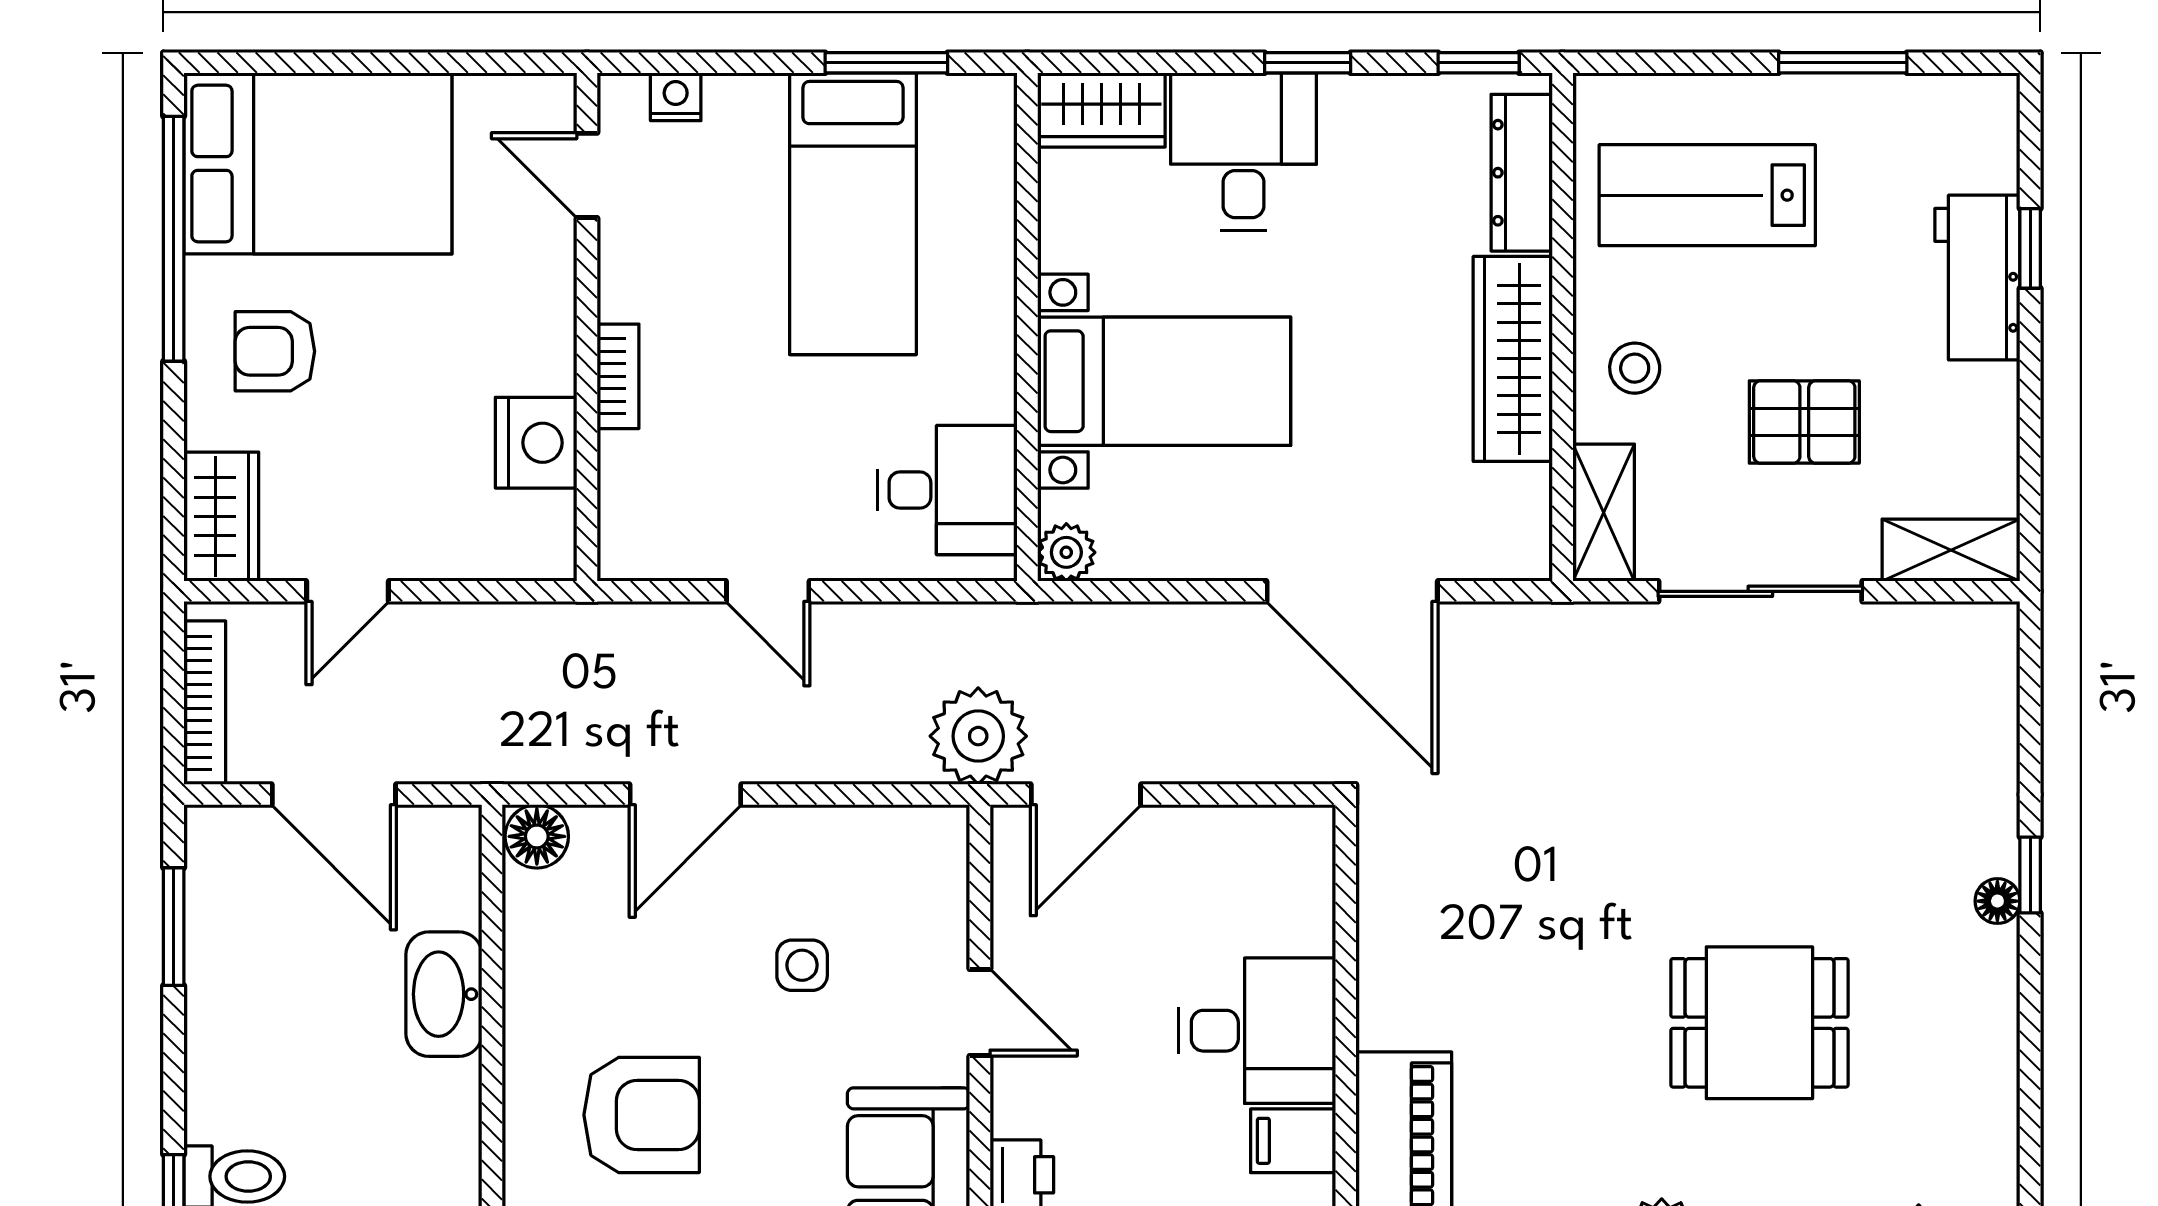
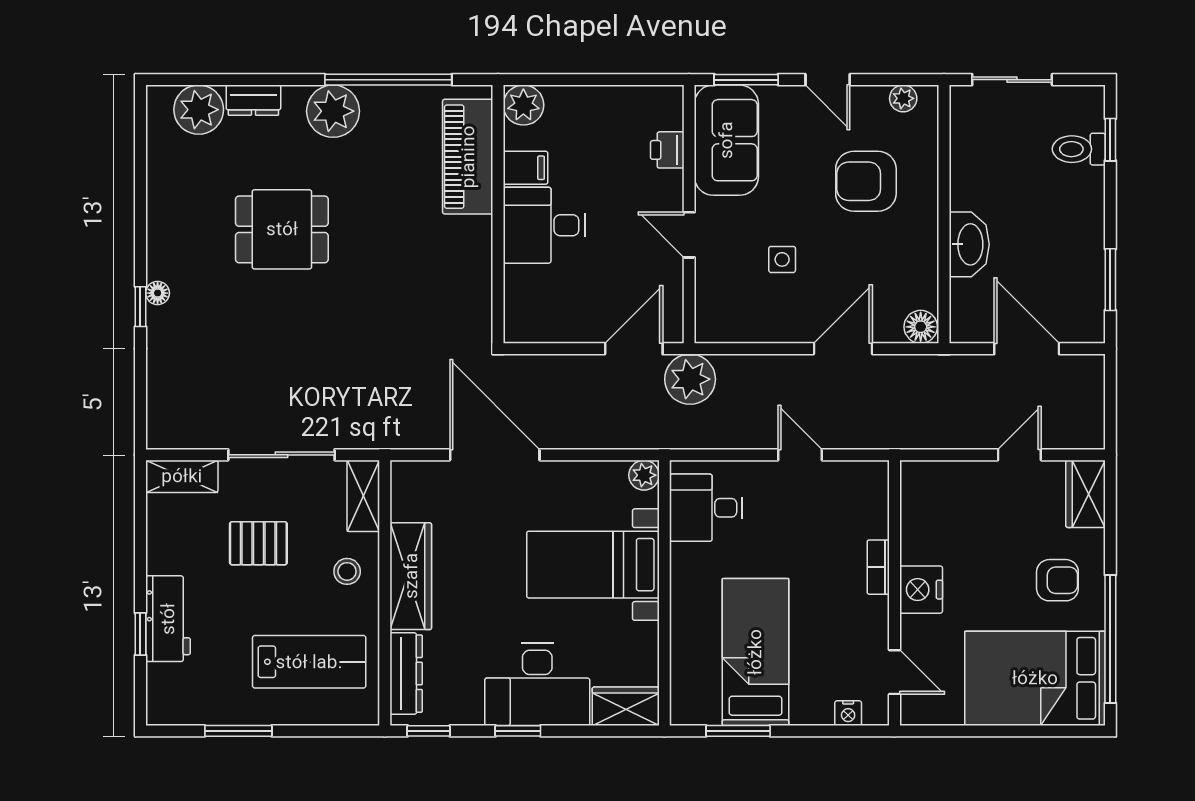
desk: (1243, 152) -> (537, 685), width x1.37
nightstand: (536, 443) -> (921, 590), moved
bookcase: (205, 703) -> (1094, 397), removed

